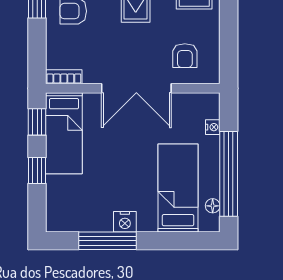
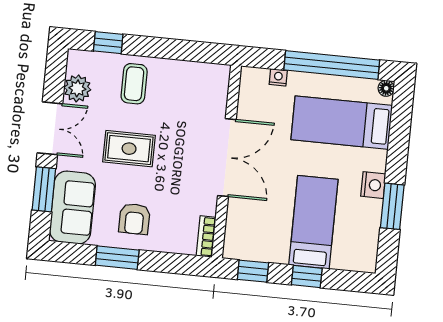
armchair: (185, 56) -> (196, 100), removed
bed: (64, 133) -> (313, 222), moved, turned -90
floor lamp: (213, 206) -> (386, 88), moved
window: (107, 241) -> (392, 206), width x0.69

